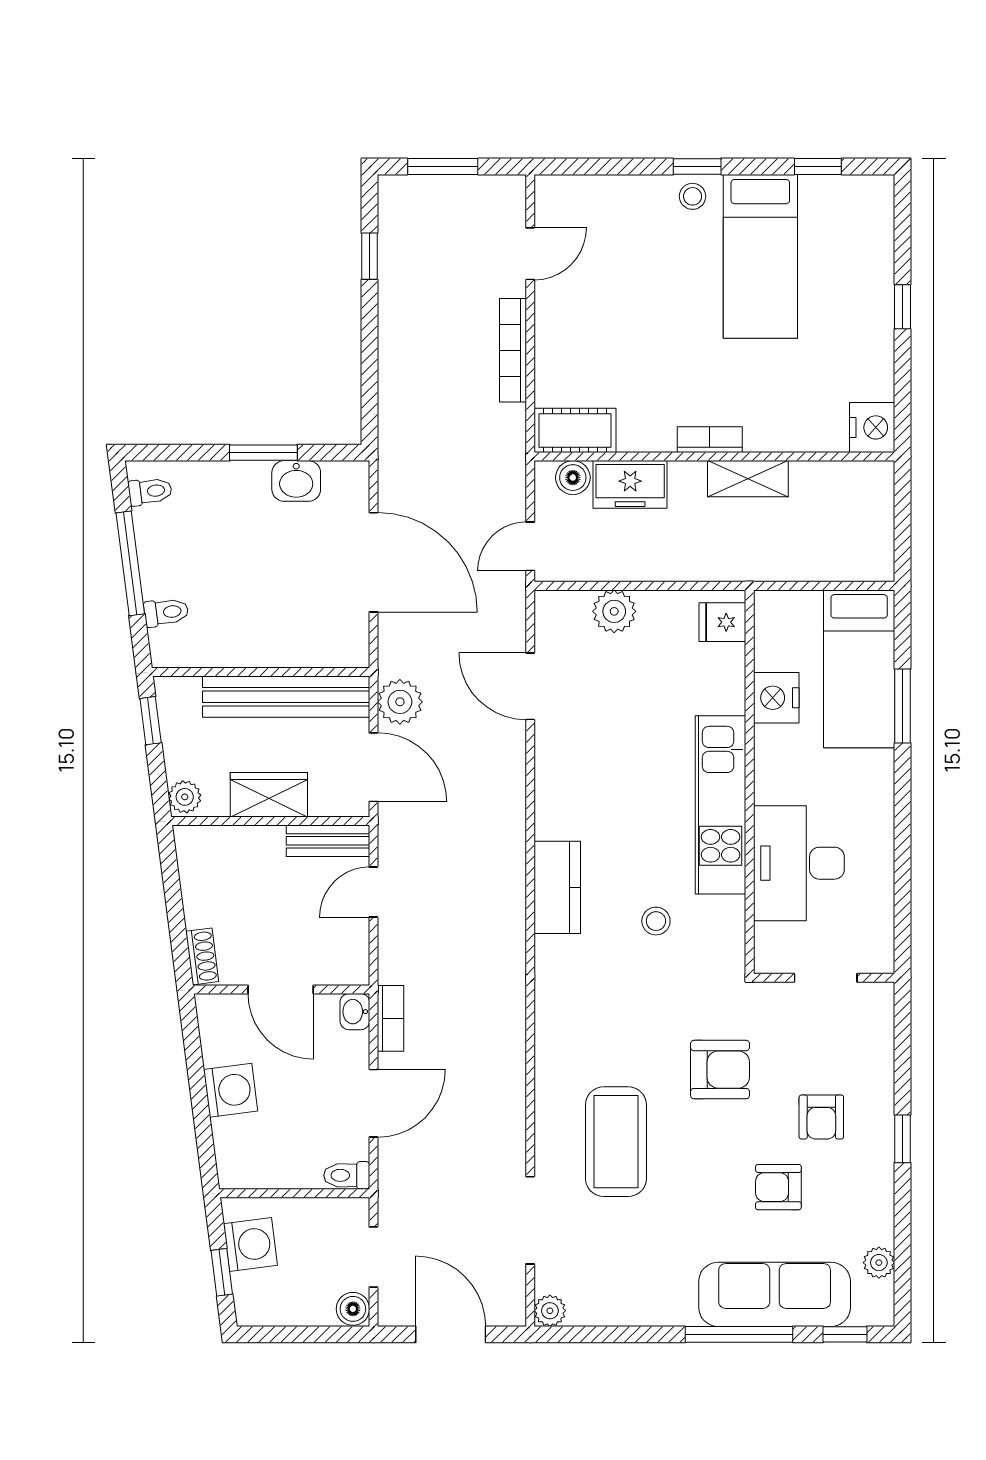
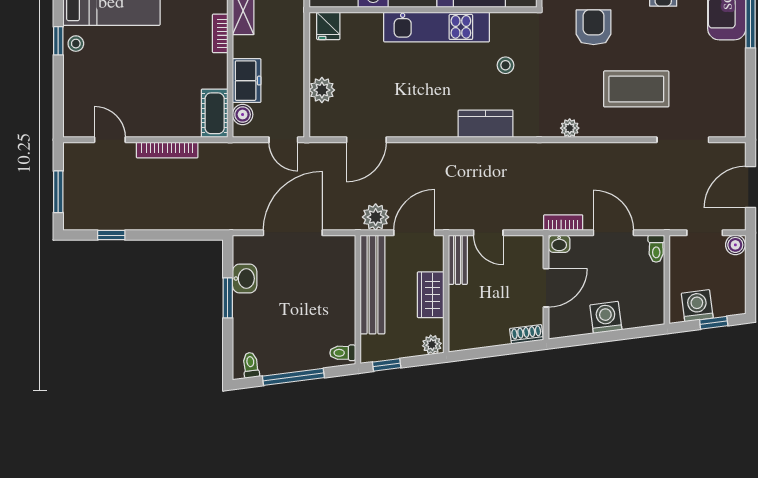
toilet: (166, 612) -> (343, 353), moved, turned -83
plant: (550, 1311) -> (570, 128), moved

